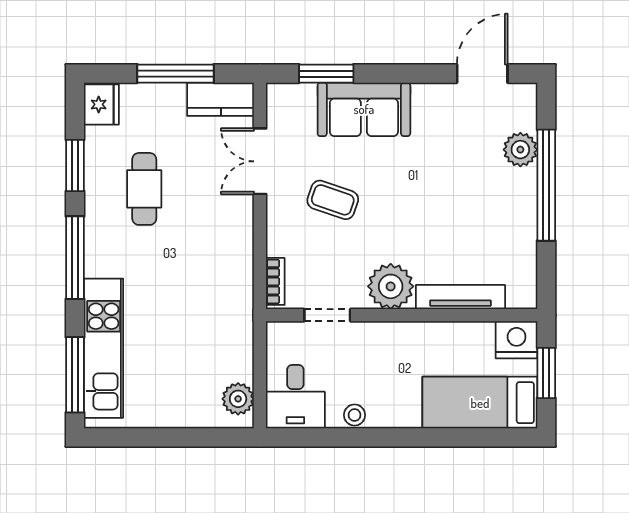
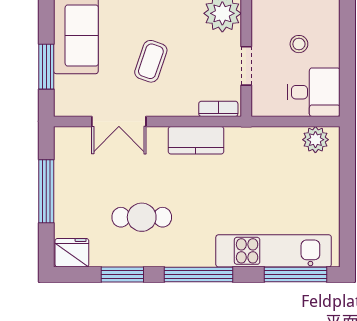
kitchen counter: (221, 99) -> (196, 140), moved, turned 90
stool: (355, 415) -> (299, 44), moved

